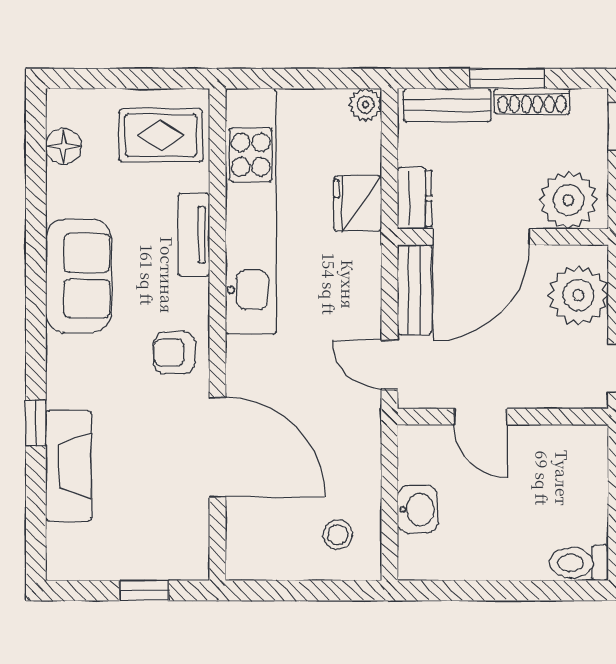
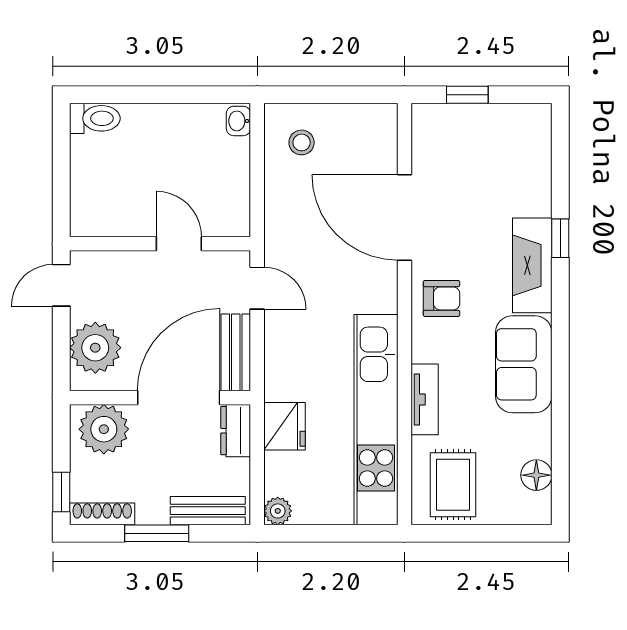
shoe rack: (532, 101) -> (102, 514), moved
rug: (161, 135) -> (453, 485), turned 90
fireplace: (68, 466) -> (532, 265), moved
washbasin: (418, 509) -> (238, 121), moved, width x0.72, depth x0.69

